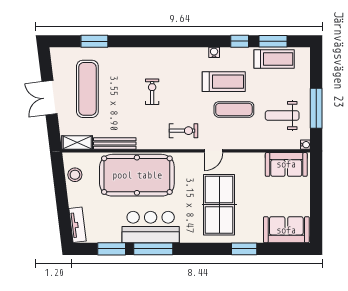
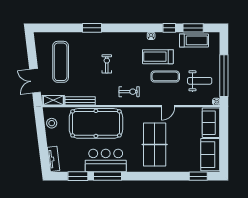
window: (94, 41) -> (92, 28), moved
treadmill: (224, 82) -> (158, 57), turned 180
double door: (49, 98) -> (35, 81), moved
window: (316, 108) -> (224, 76), width x1.46
weight bench: (282, 115) -> (200, 81), turned 180
door: (213, 151) -> (168, 106), moved
sofa: (286, 164) -> (211, 123), moved, turned 90
sofa: (286, 230) -> (210, 155), moved, turned -90
window: (244, 249) -> (198, 176), moved

